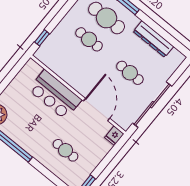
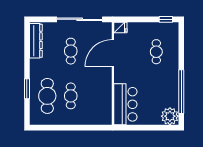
window: (42, 38) -> (95, 128), removed
dresser: (153, 39) -> (36, 41), moved
bar counter: (55, 95) -> (125, 104), moved

